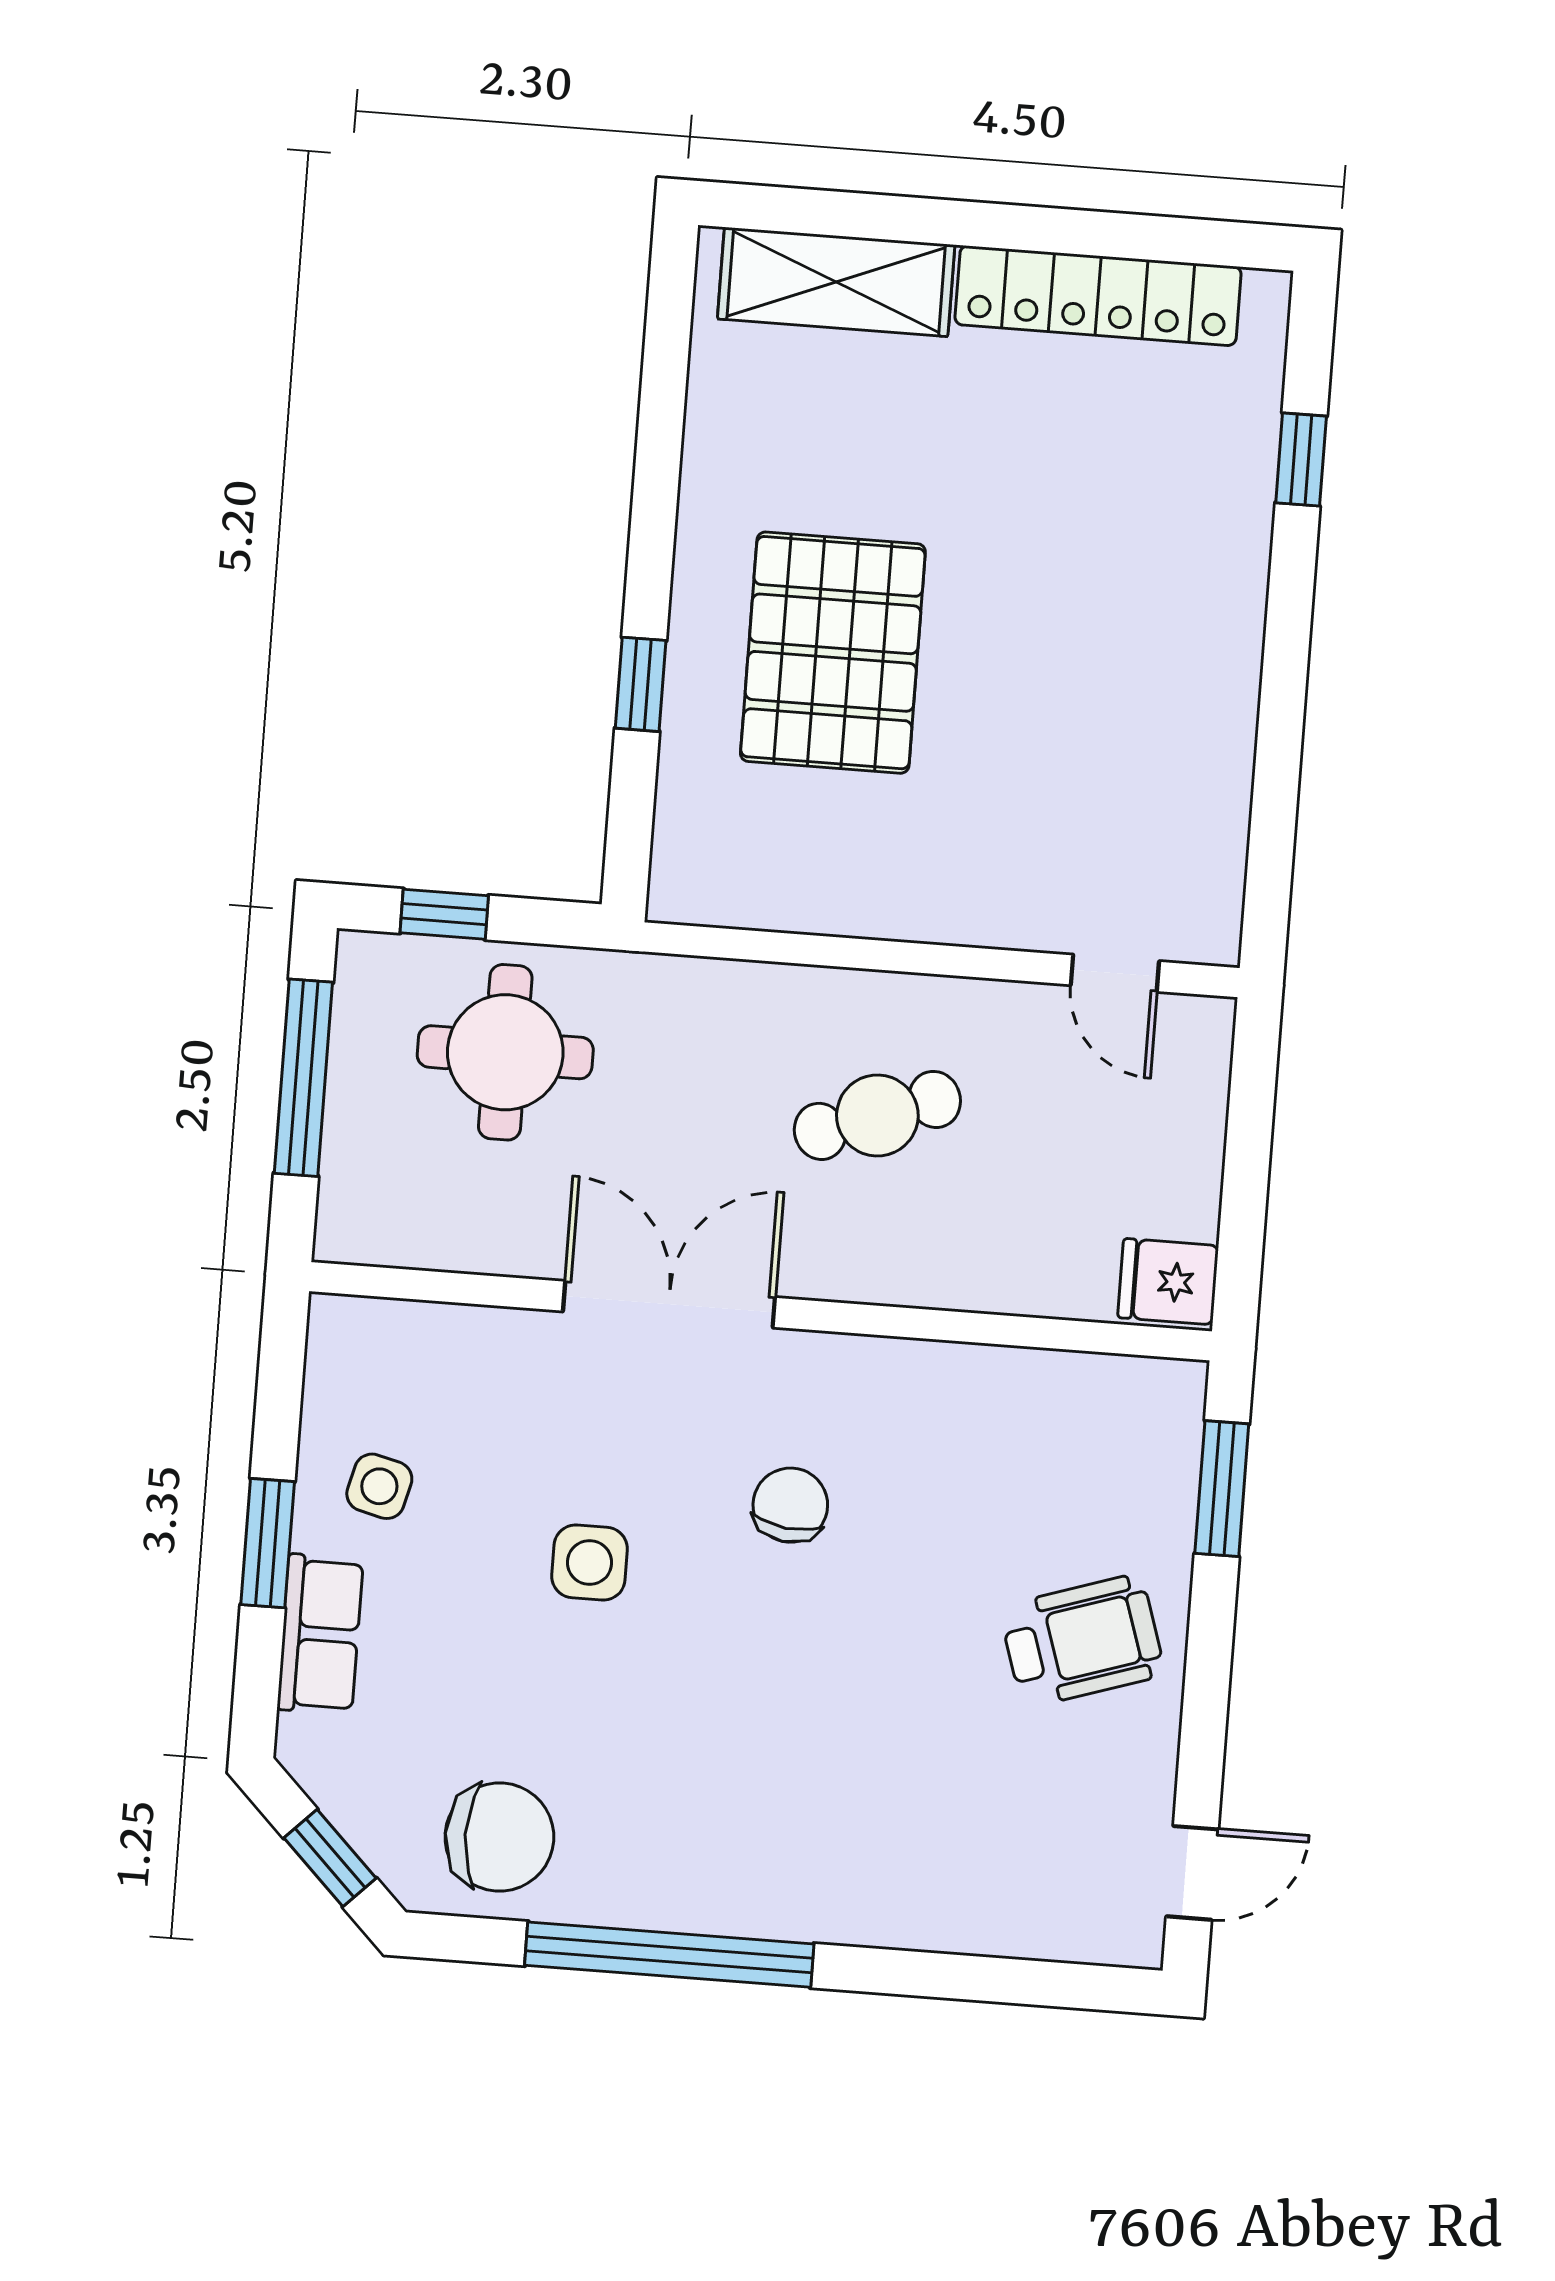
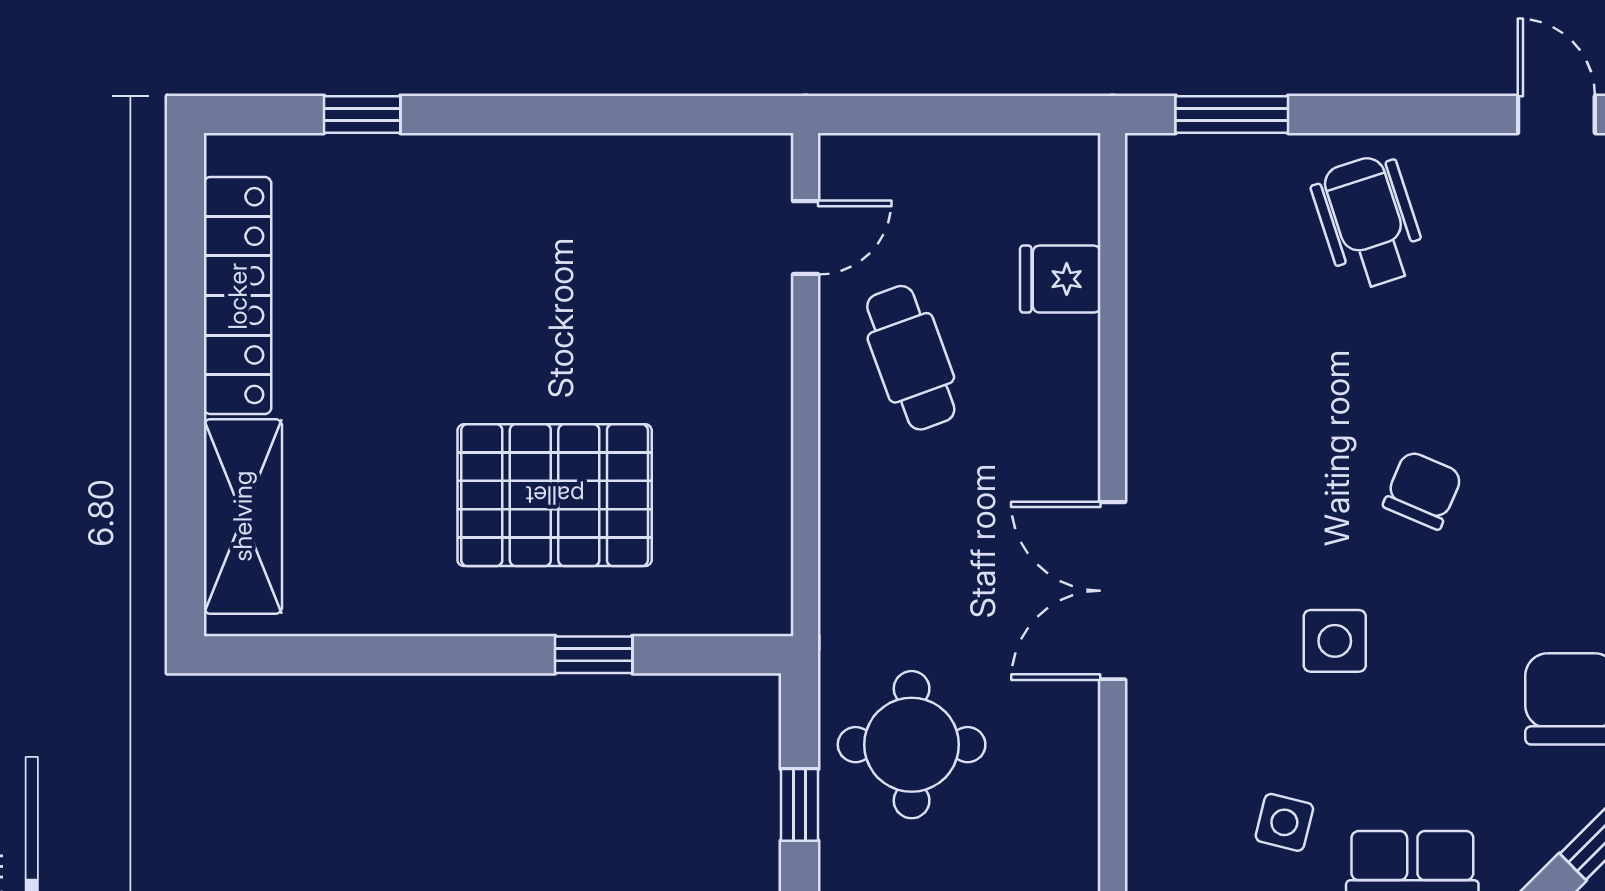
cafe table: (877, 1115) -> (911, 358), moved
fridge: (1168, 1282) -> (1060, 279), moved, turned 90
chair: (790, 1505) -> (1423, 490), moved, turned 106

